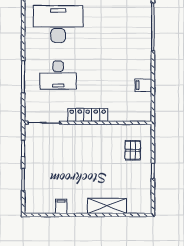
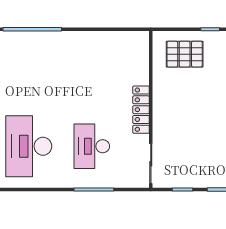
desk: (58, 75) -> (92, 146), turned 180
filing cabinet: (143, 85) -> (104, 41), removed
pallet: (133, 150) -> (185, 54), width x1.50, depth x1.42

